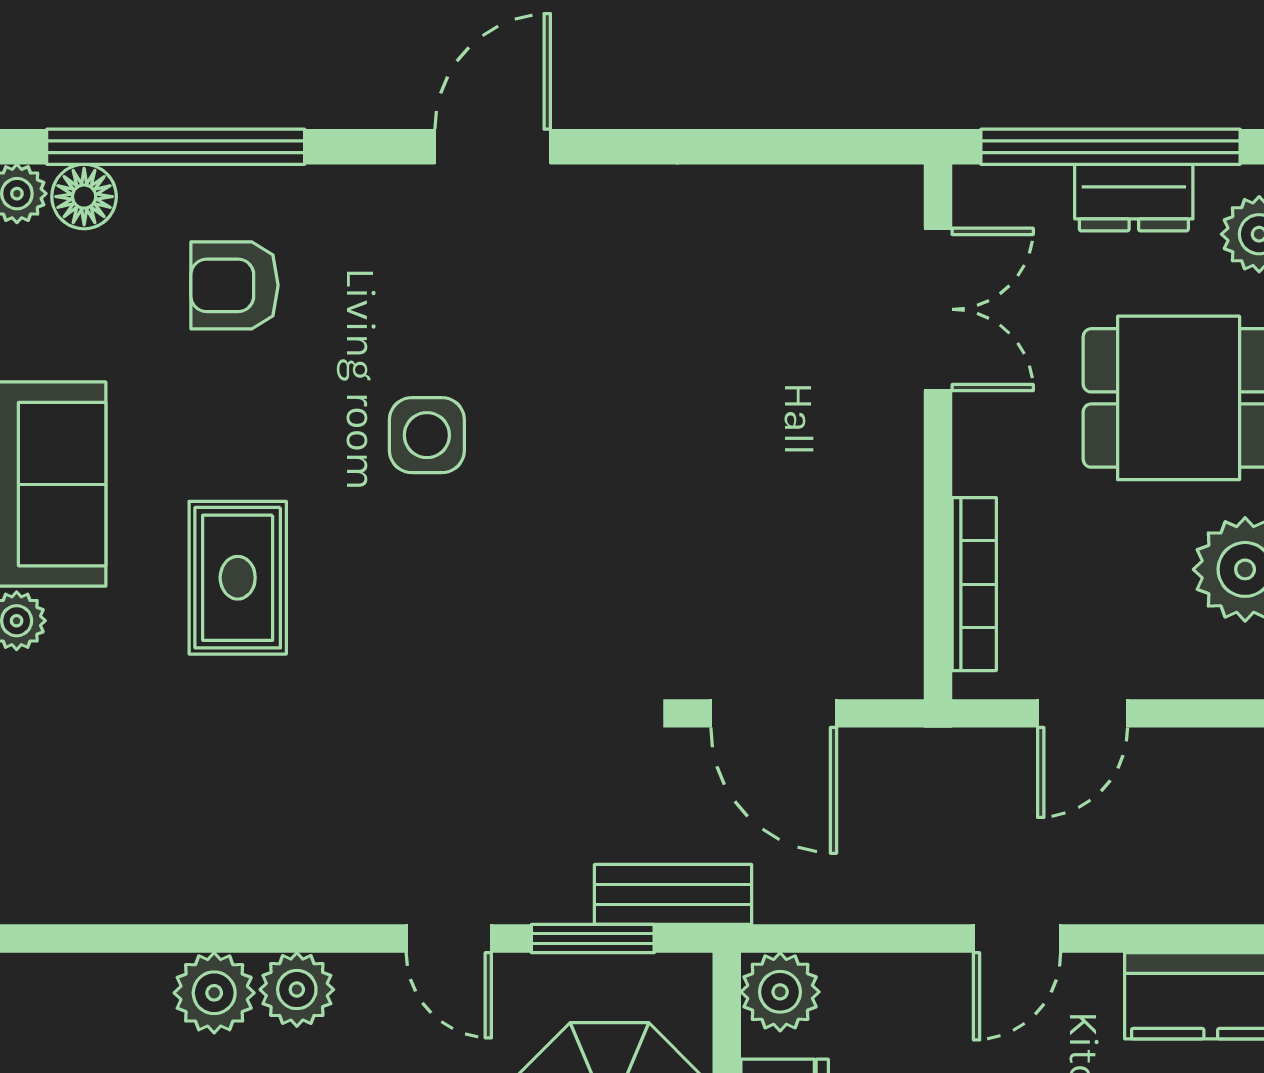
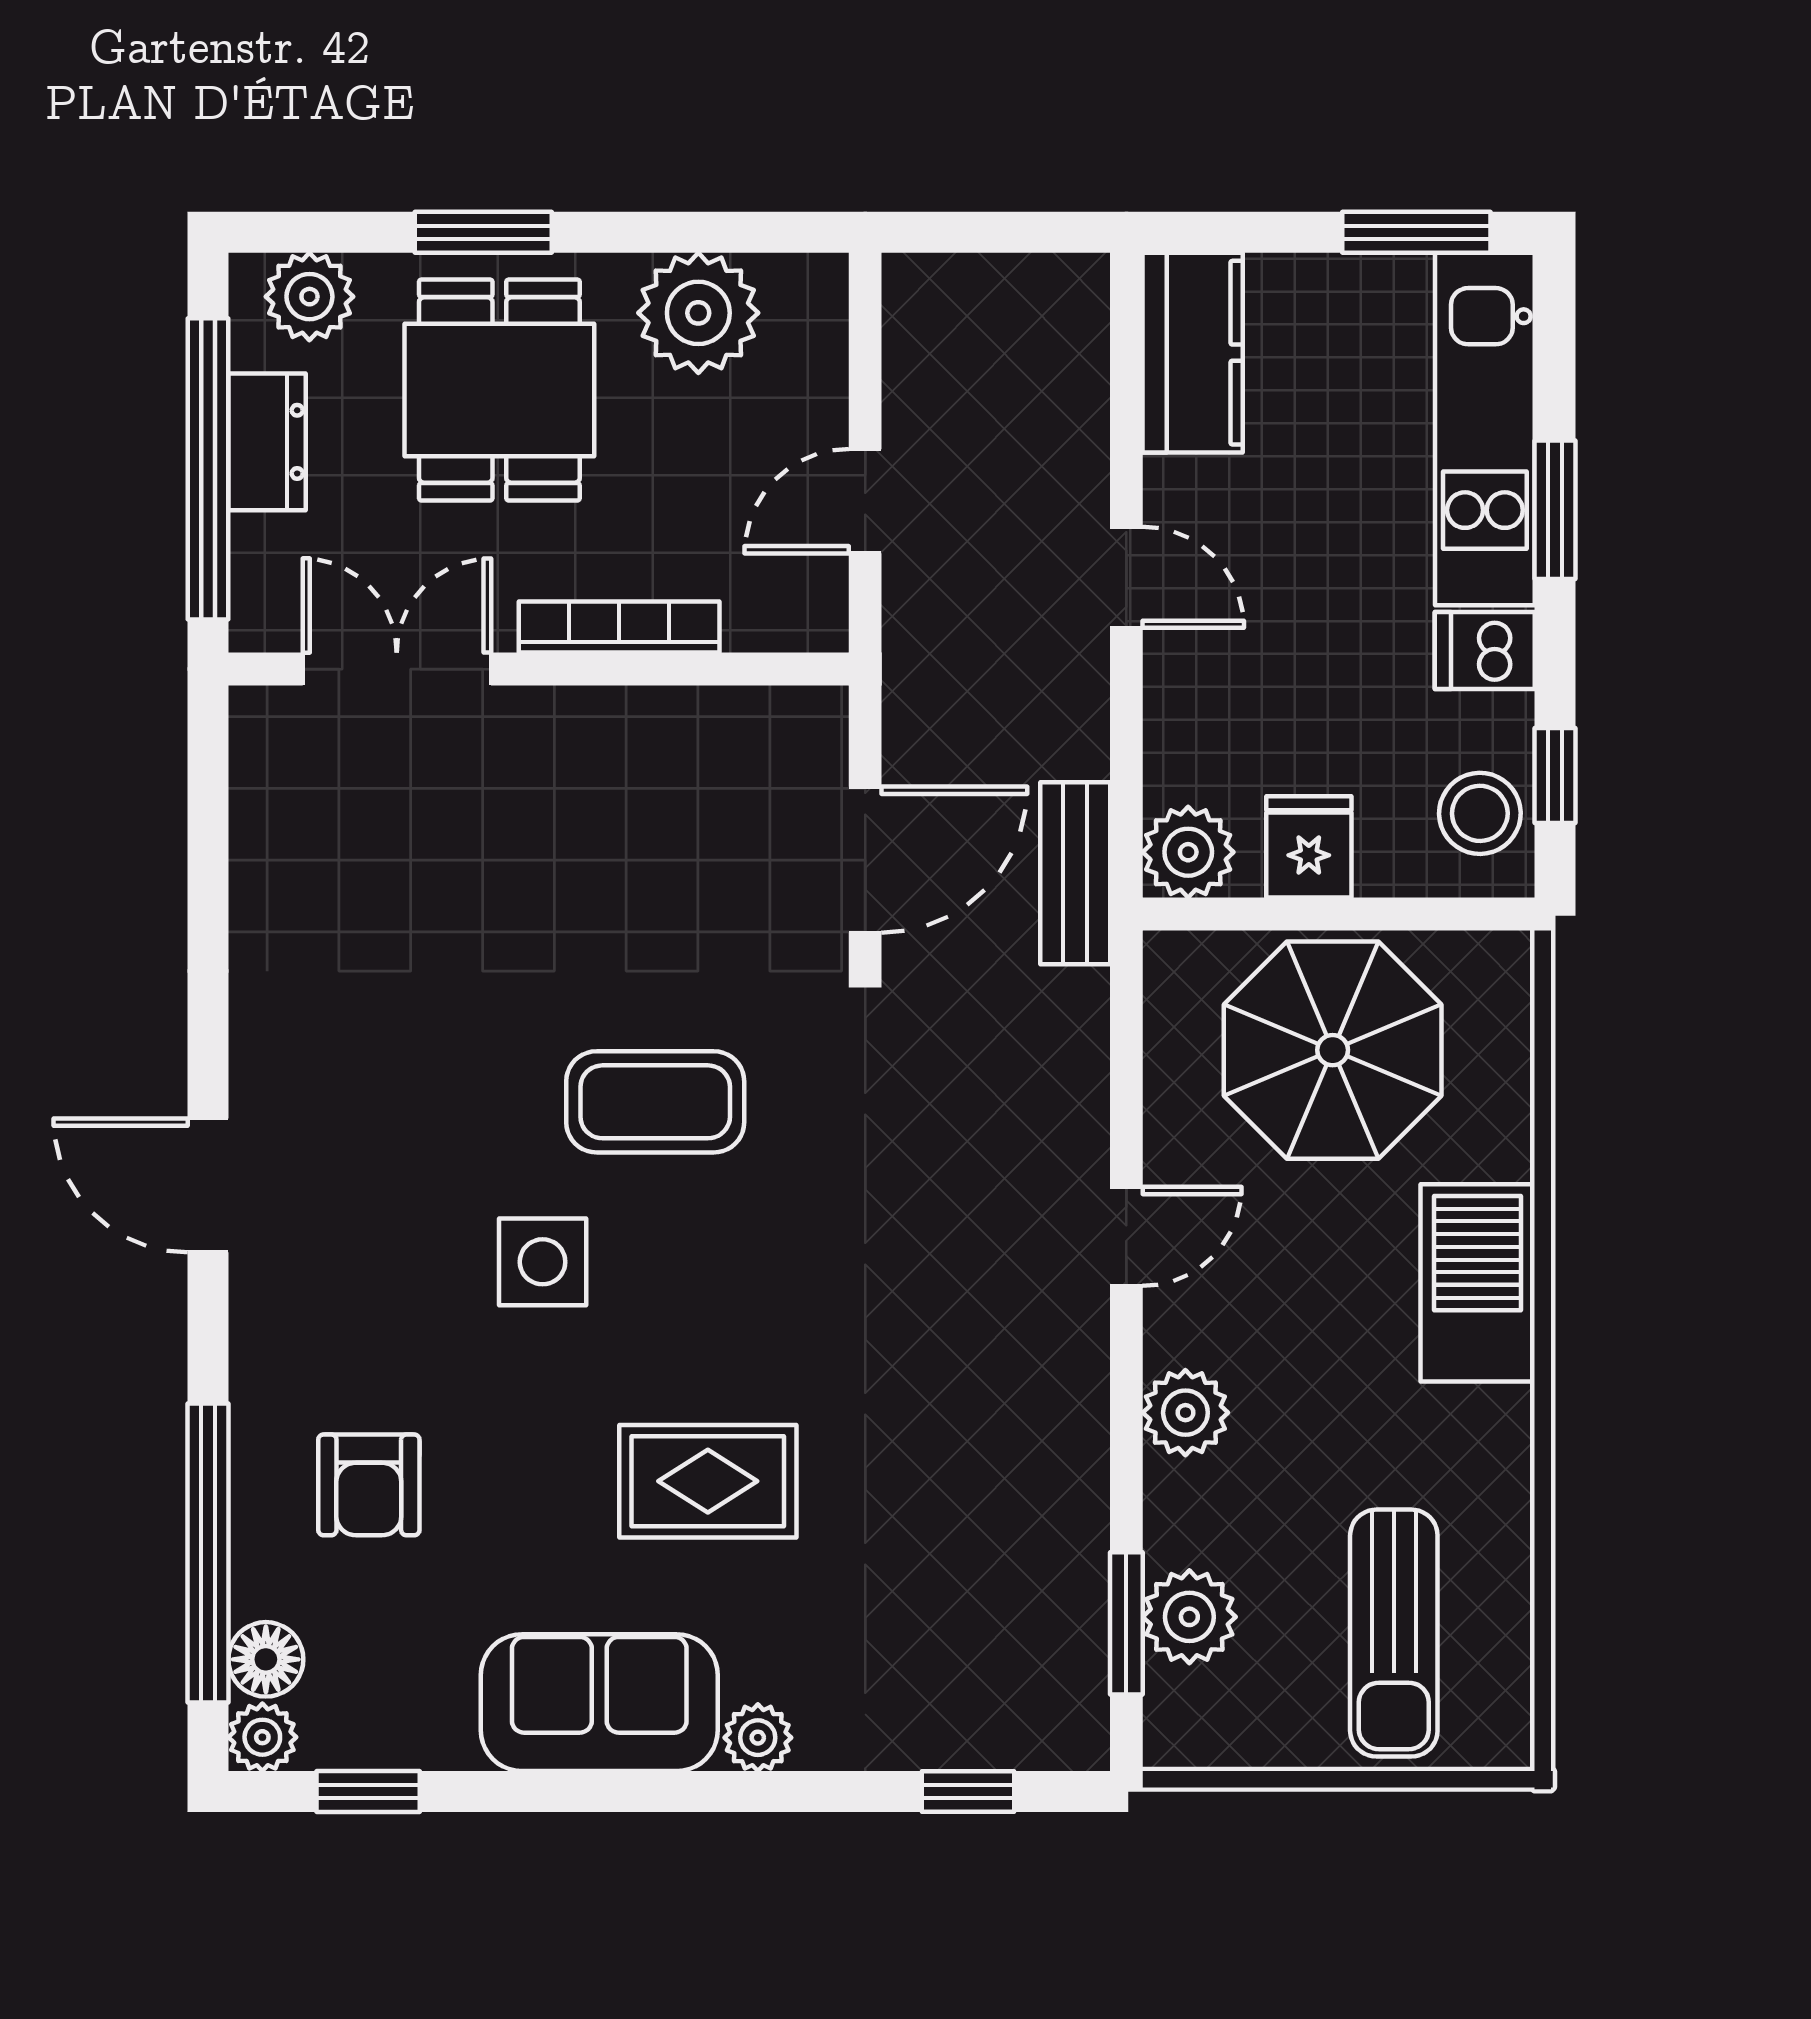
coffee table: (565, 532) -> (655, 1102), added
bookcase: (974, 584) -> (619, 627), moved
door: (1083, 713) -> (865, 501), swing flipped
bench: (673, 894) -> (1075, 873), moved
window: (593, 939) -> (1126, 1623), moved
plant: (214, 993) -> (1189, 1617), moved

